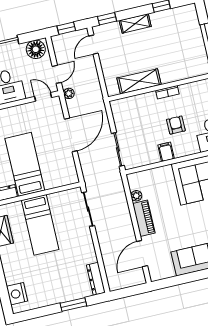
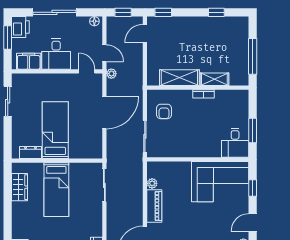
shelving: (135, 23) -> (214, 79), moved
floor lamp: (36, 49) -> (94, 21), width x0.53, depth x0.53
door: (57, 74) -> (104, 53), hinge flipped
armchair: (176, 125) -> (164, 111), moved, turned 180
filing cabinet: (166, 152) -> (189, 149), removed

